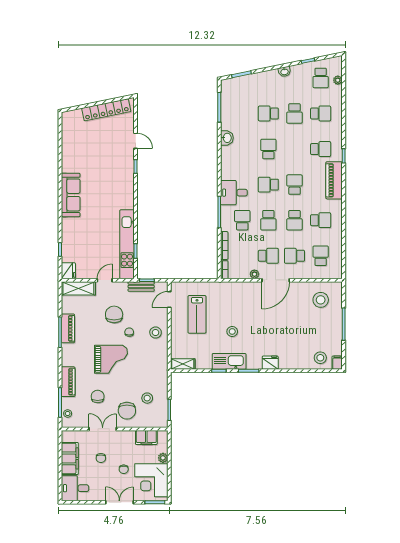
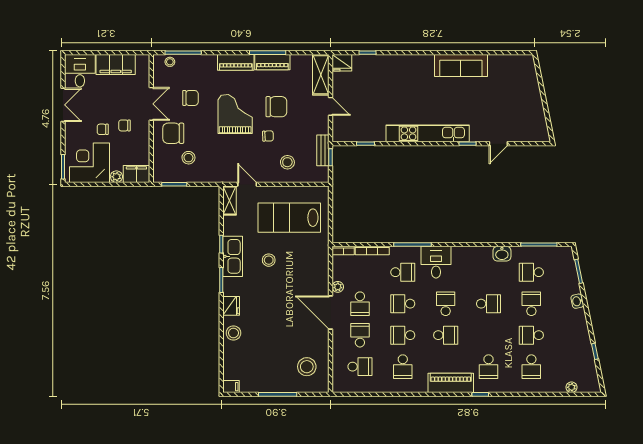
washbasin: (284, 72) -> (577, 301), moved
school desk: (321, 78) -> (531, 272), moved
locker: (106, 110) -> (536, 108), removed
sofa: (71, 195) -> (461, 66), moved
kitchen unit: (127, 244) -> (428, 133), moved
door: (169, 299) -> (247, 184), moved
chair: (114, 314) -> (276, 107), moved
lab bench: (197, 314) -> (289, 218), width x1.36, depth x1.39
stool: (156, 332) -> (287, 162), moved
stool: (320, 358) -> (233, 333), moved
grand piano: (111, 359) -> (235, 114), turned 180
piano: (68, 382) -> (236, 62), moved
filing cabinet: (146, 438) -> (136, 174), moved, turned 90
chair: (101, 458) -> (124, 125), moved
double door: (119, 502) -> (63, 105), moved

